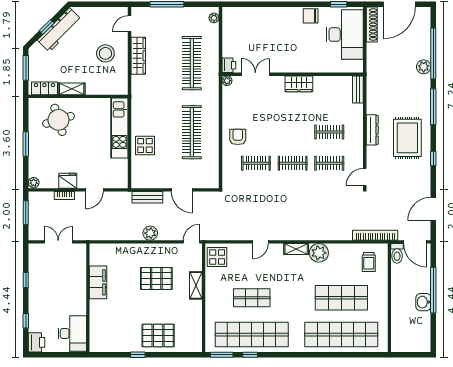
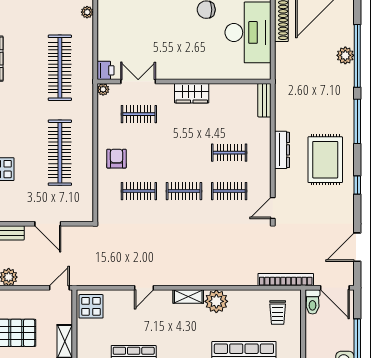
plant: (424, 67) -> (345, 55), moved
clothes rail: (256, 101) -> (139, 114), added

